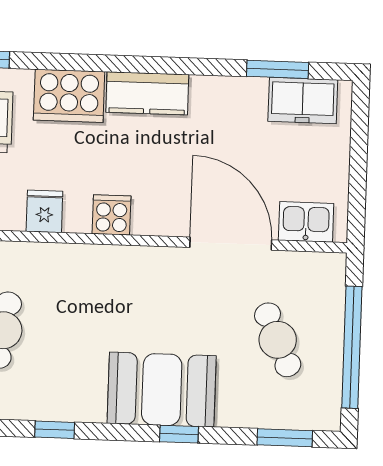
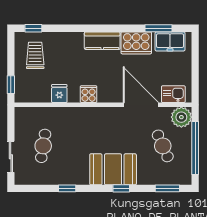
cooker: (69, 96) -> (136, 43), moved
plant: (323, 275) -> (181, 117), added

